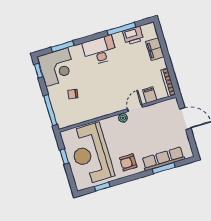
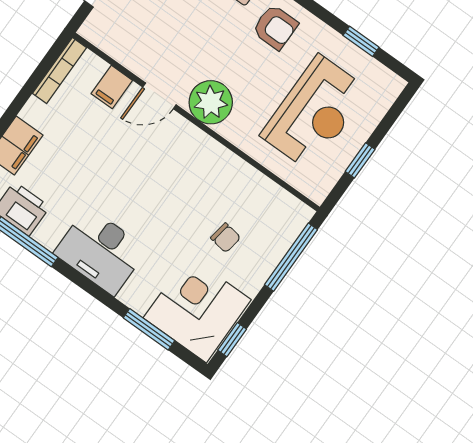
plant: (123, 118) -> (211, 102), width x1.88, depth x1.88
reception desk: (91, 154) -> (315, 113), width x0.74, depth x0.77

